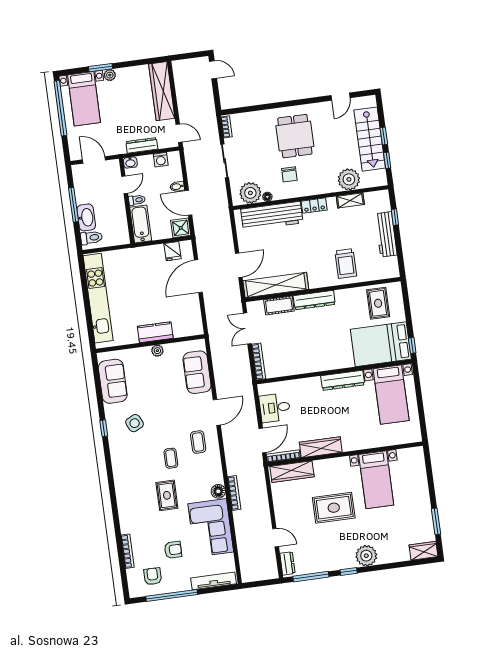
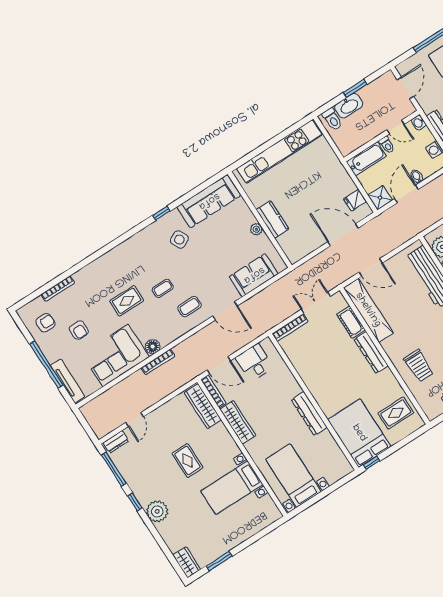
window: (73, 205) -> (355, 88), width x0.69
trolley: (346, 263) -> (419, 366), turned -90
sofa: (113, 381) -> (209, 201), width x1.36
bed with nightstands: (391, 395) -> (293, 476), moved, turned 90
rug: (334, 508) -> (187, 461), width x0.73, depth x0.70
window: (172, 595) -> (46, 365), moved

